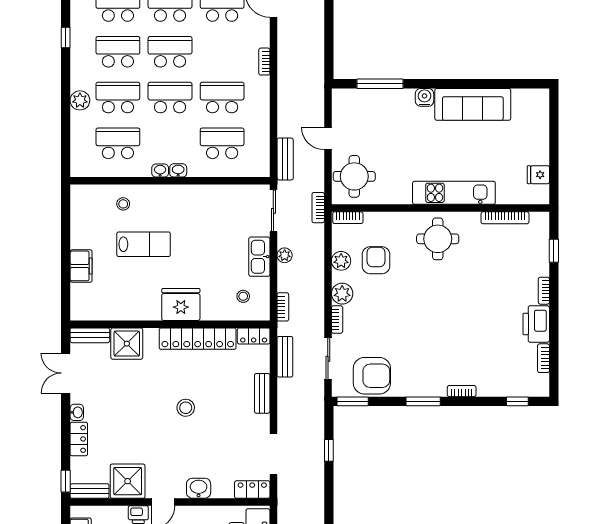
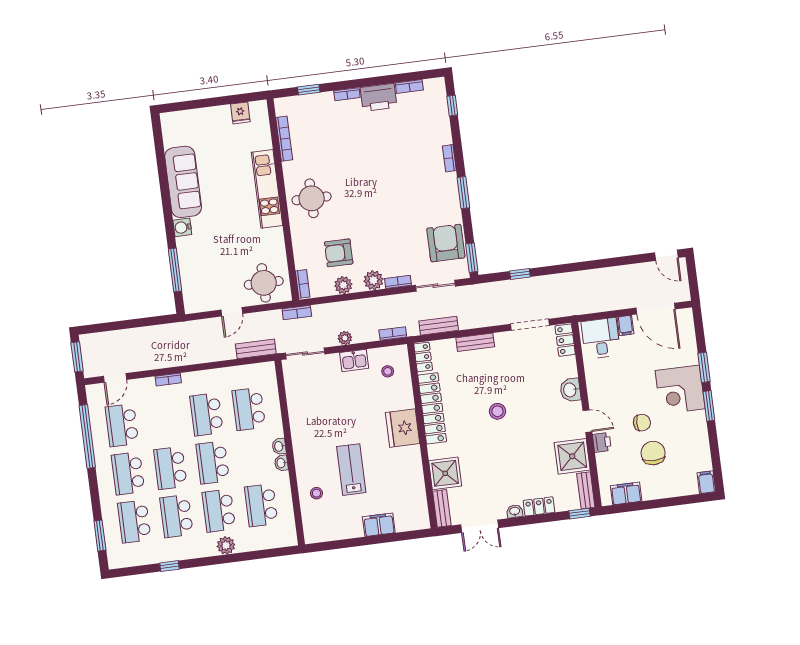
kitchen sink: (259, 257) -> (354, 360), width x0.73

